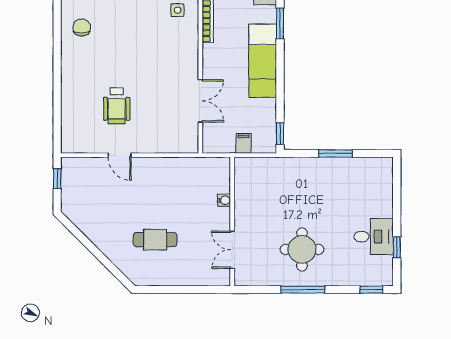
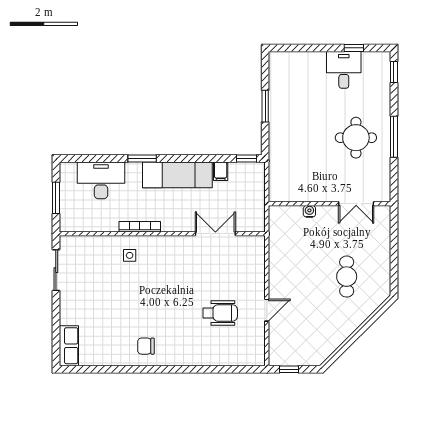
filing cabinet: (244, 143) -> (221, 171), moved, turned -90

